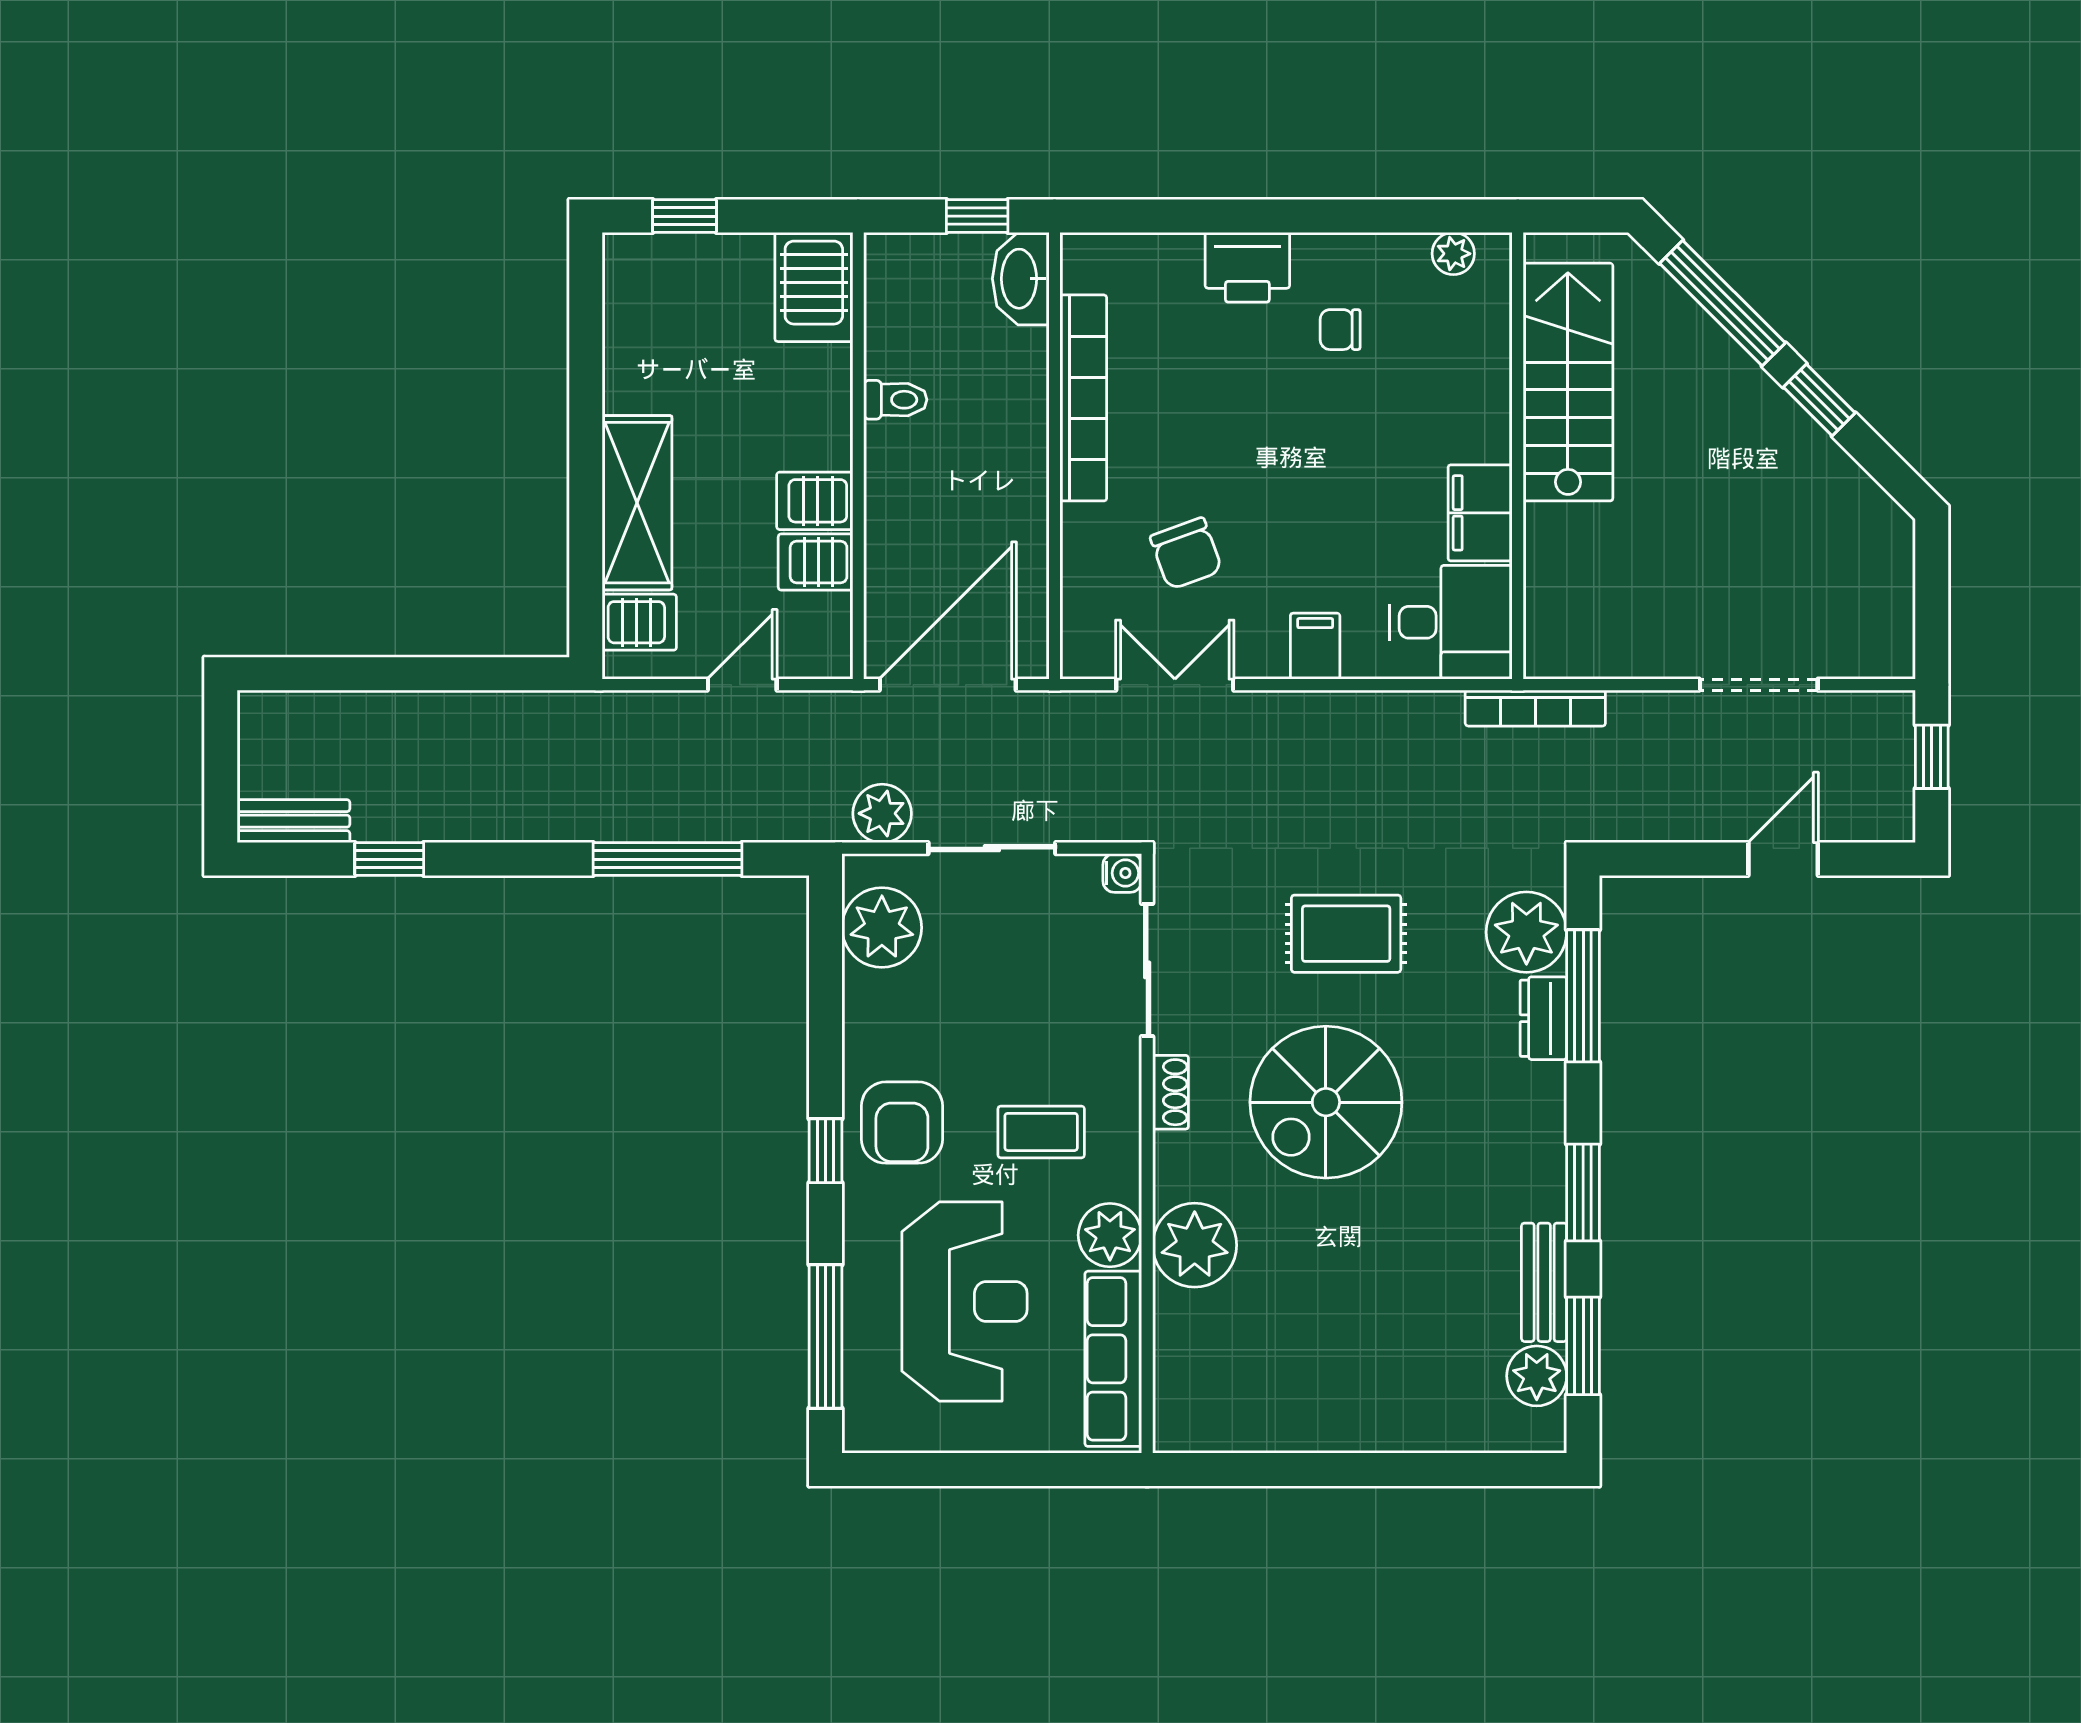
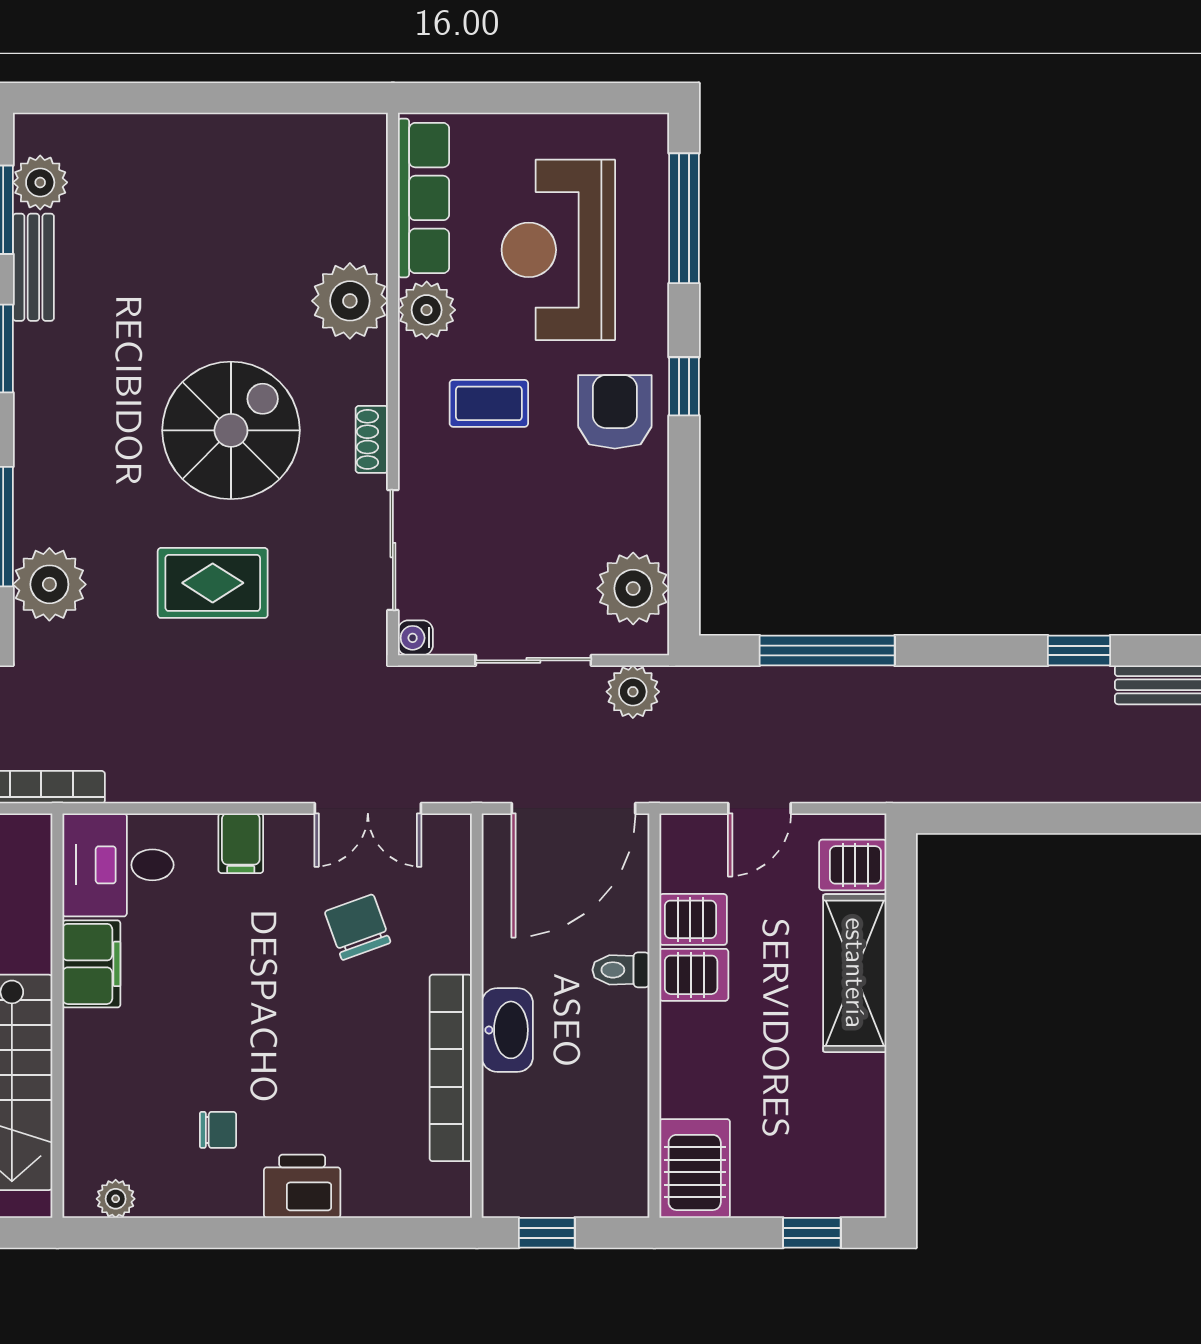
washbasin: (1021, 279) -> (507, 1030), moved
toilet: (895, 400) -> (621, 970), moved
dresser: (1543, 1018) -> (34, 506), removed

